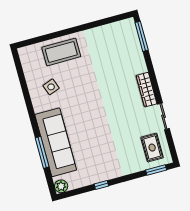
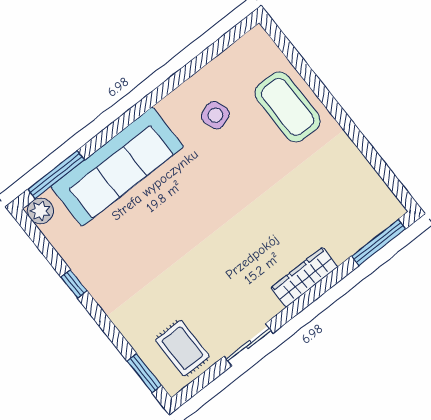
wardrobe: (147, 90) -> (304, 277), moved
rug: (152, 148) -> (182, 348), turned 90
window: (42, 152) -> (56, 175), moved

